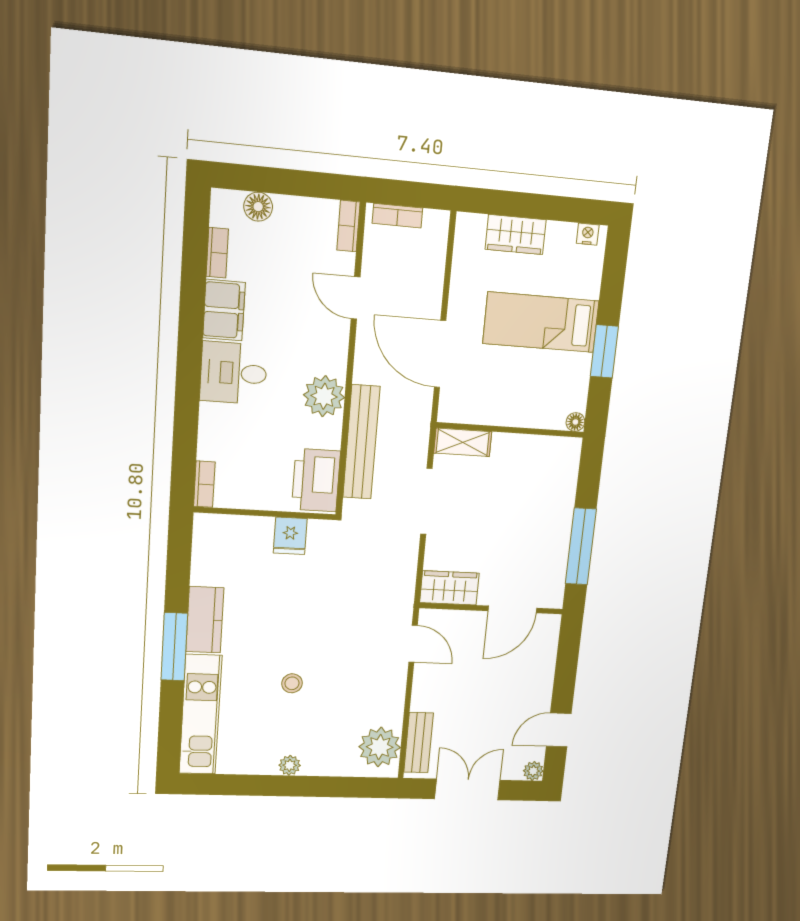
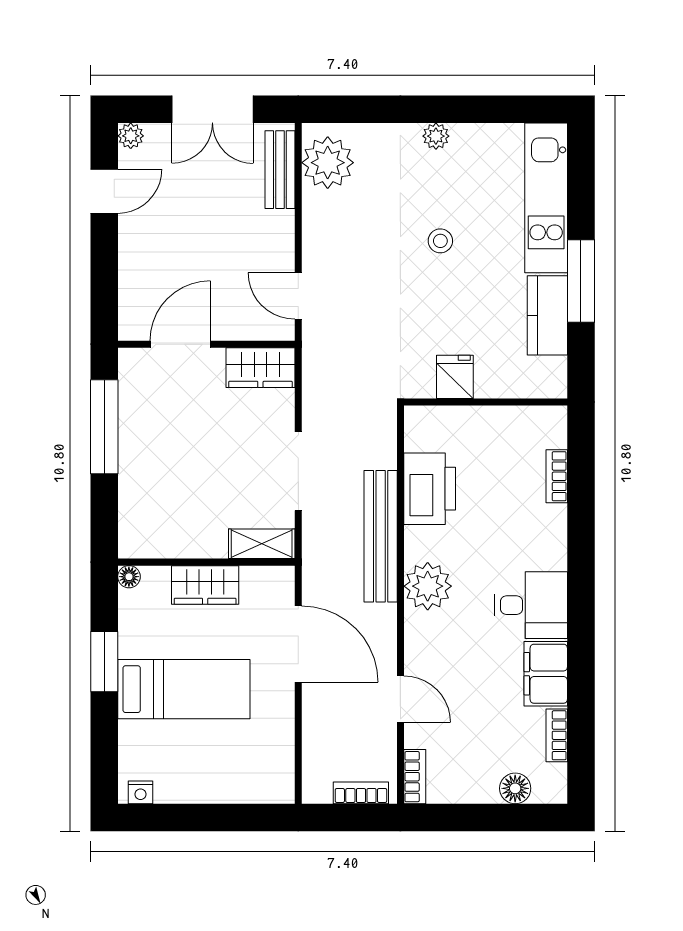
wardrobe: (516, 235) -> (205, 585), moved, turned 180
wall: (265, 513) -> (486, 402), moved
fridge: (290, 536) -> (455, 377), moved

